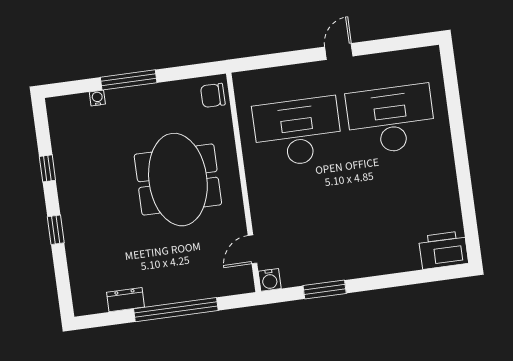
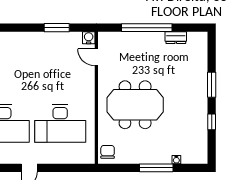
chair: (213, 95) -> (108, 152), turned -90
meeting table: (178, 180) -> (135, 105), turned 90
window: (56, 230) -> (212, 85), width x1.50
door: (252, 249) -> (96, 57), swing flipped

